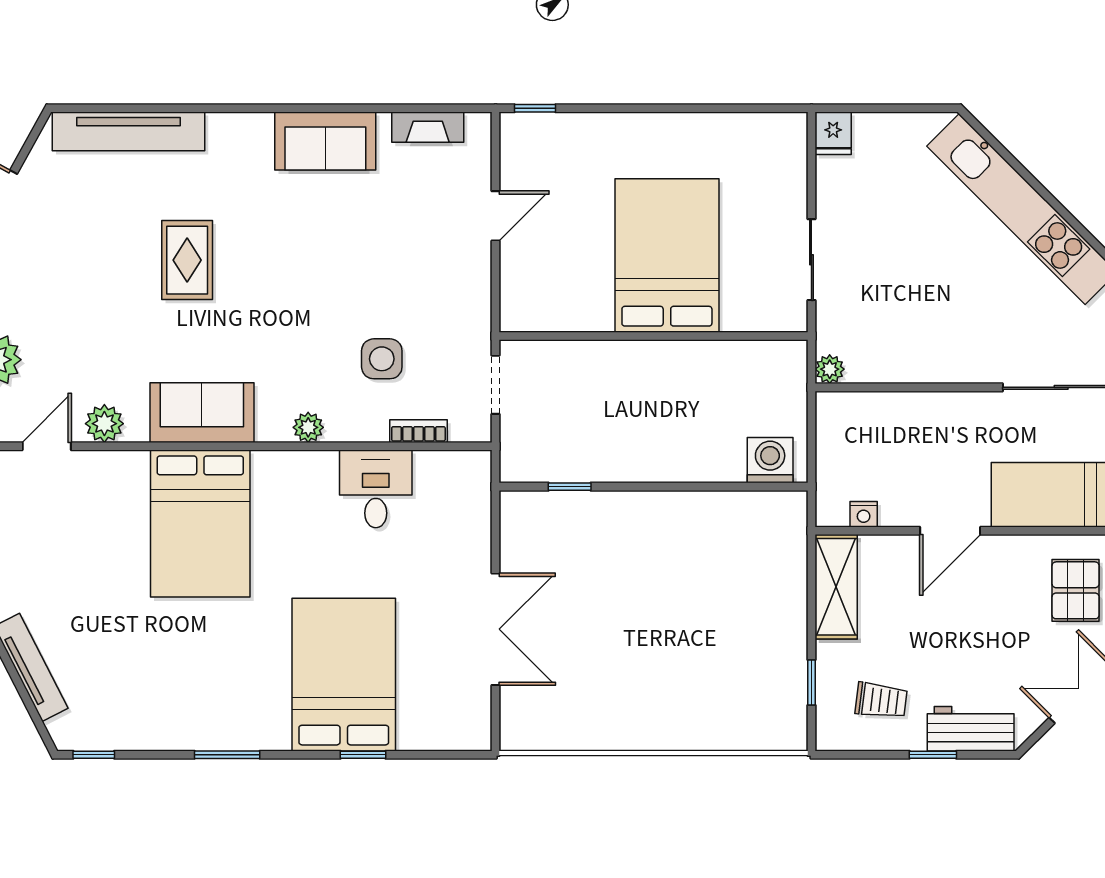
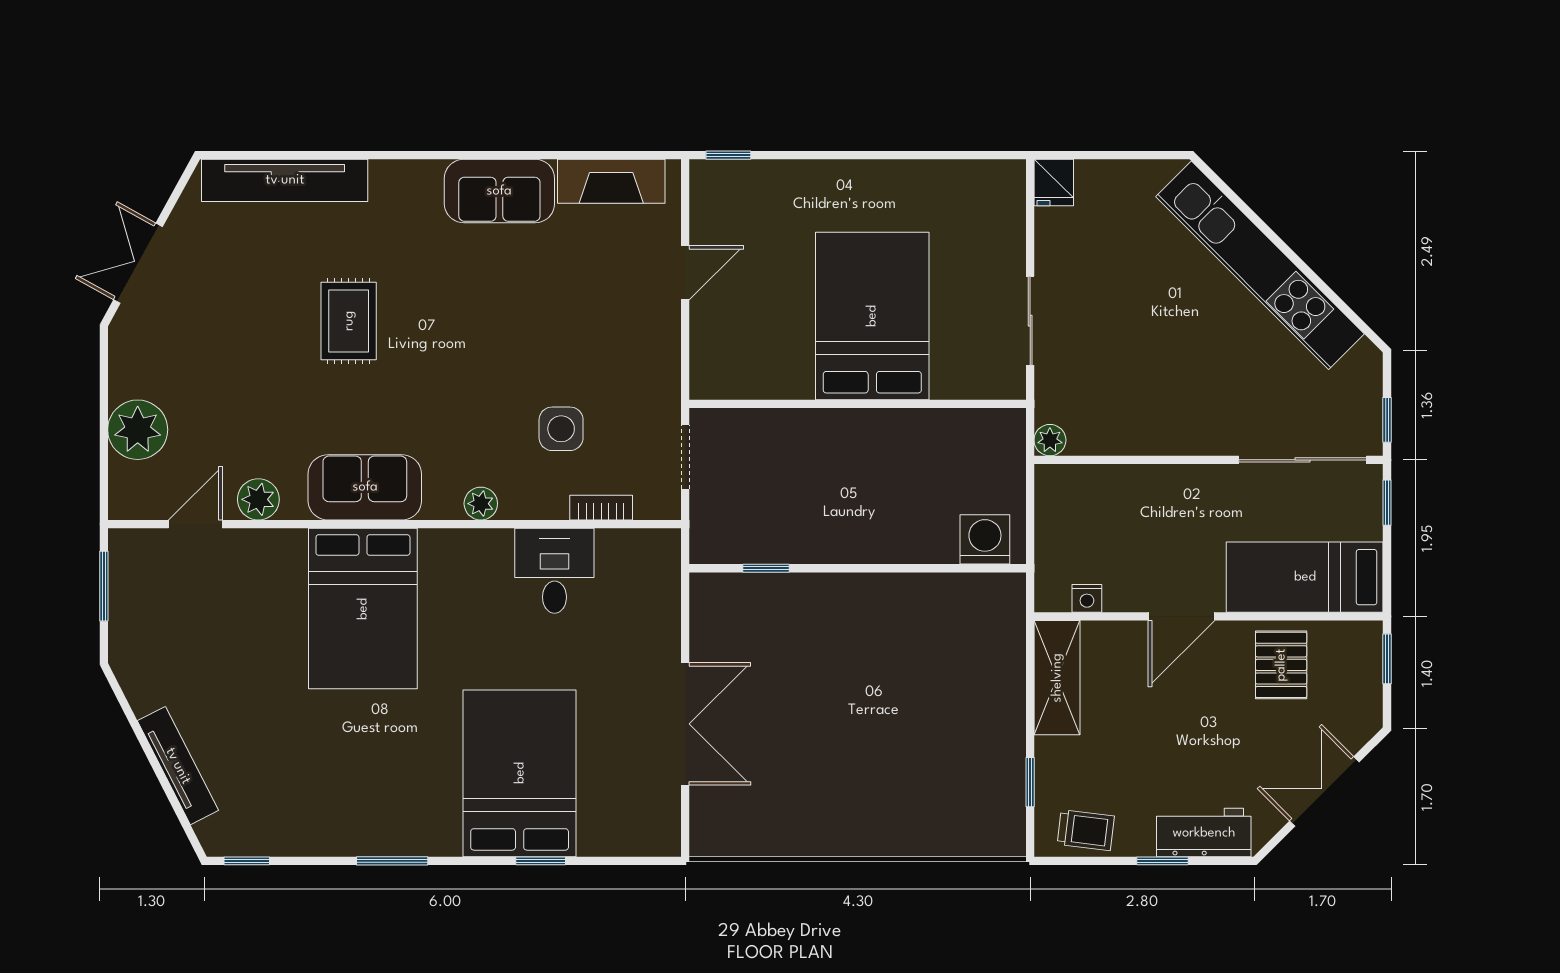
fireplace: (428, 127) -> (611, 181), width x1.37, depth x1.32
pallet: (1076, 590) -> (1281, 665), moved
trolley: (881, 700) -> (1086, 830), moved

